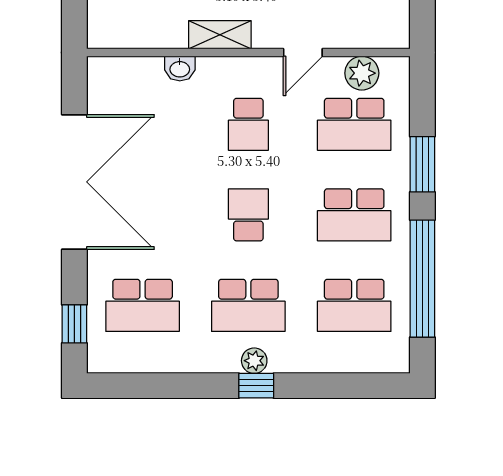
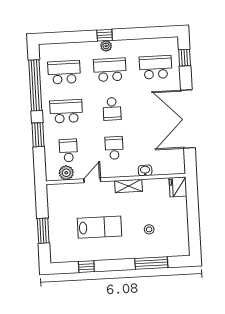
fridge: (106, 26) -> (178, 187), added
school desk: (354, 124) -> (68, 150), width x0.54

